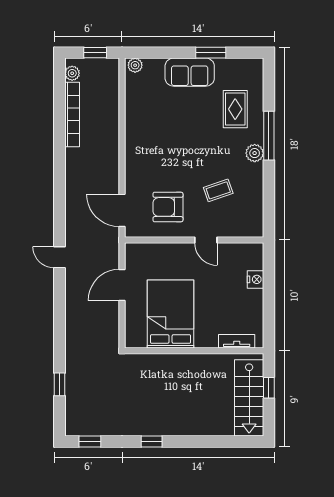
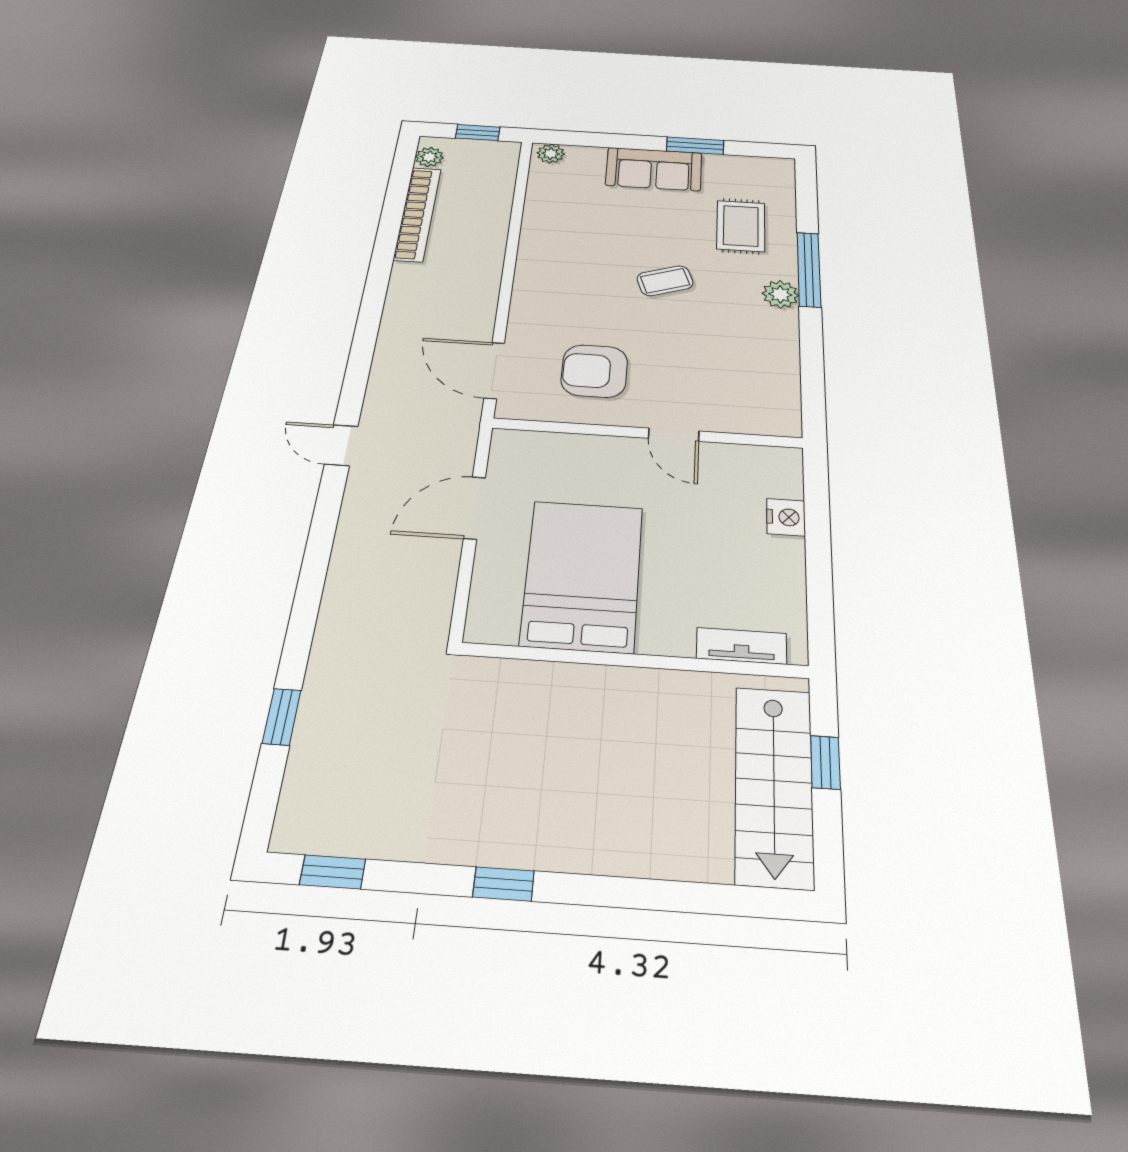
coffee table: (218, 190) -> (665, 281), moved

